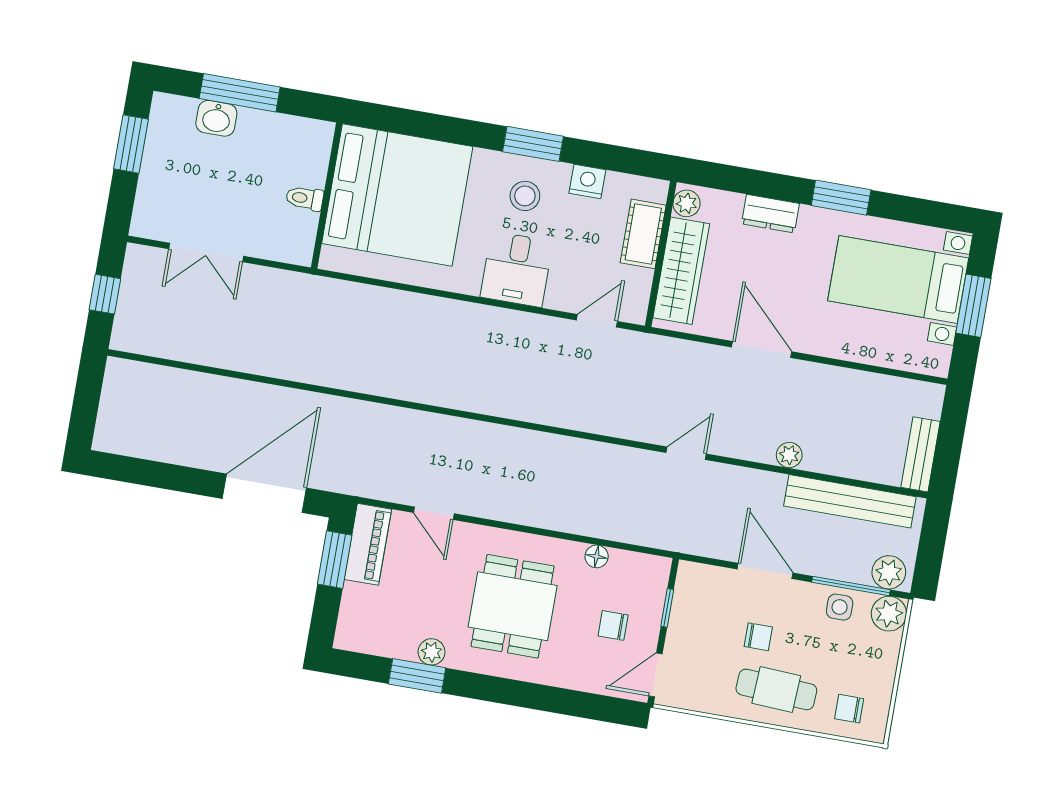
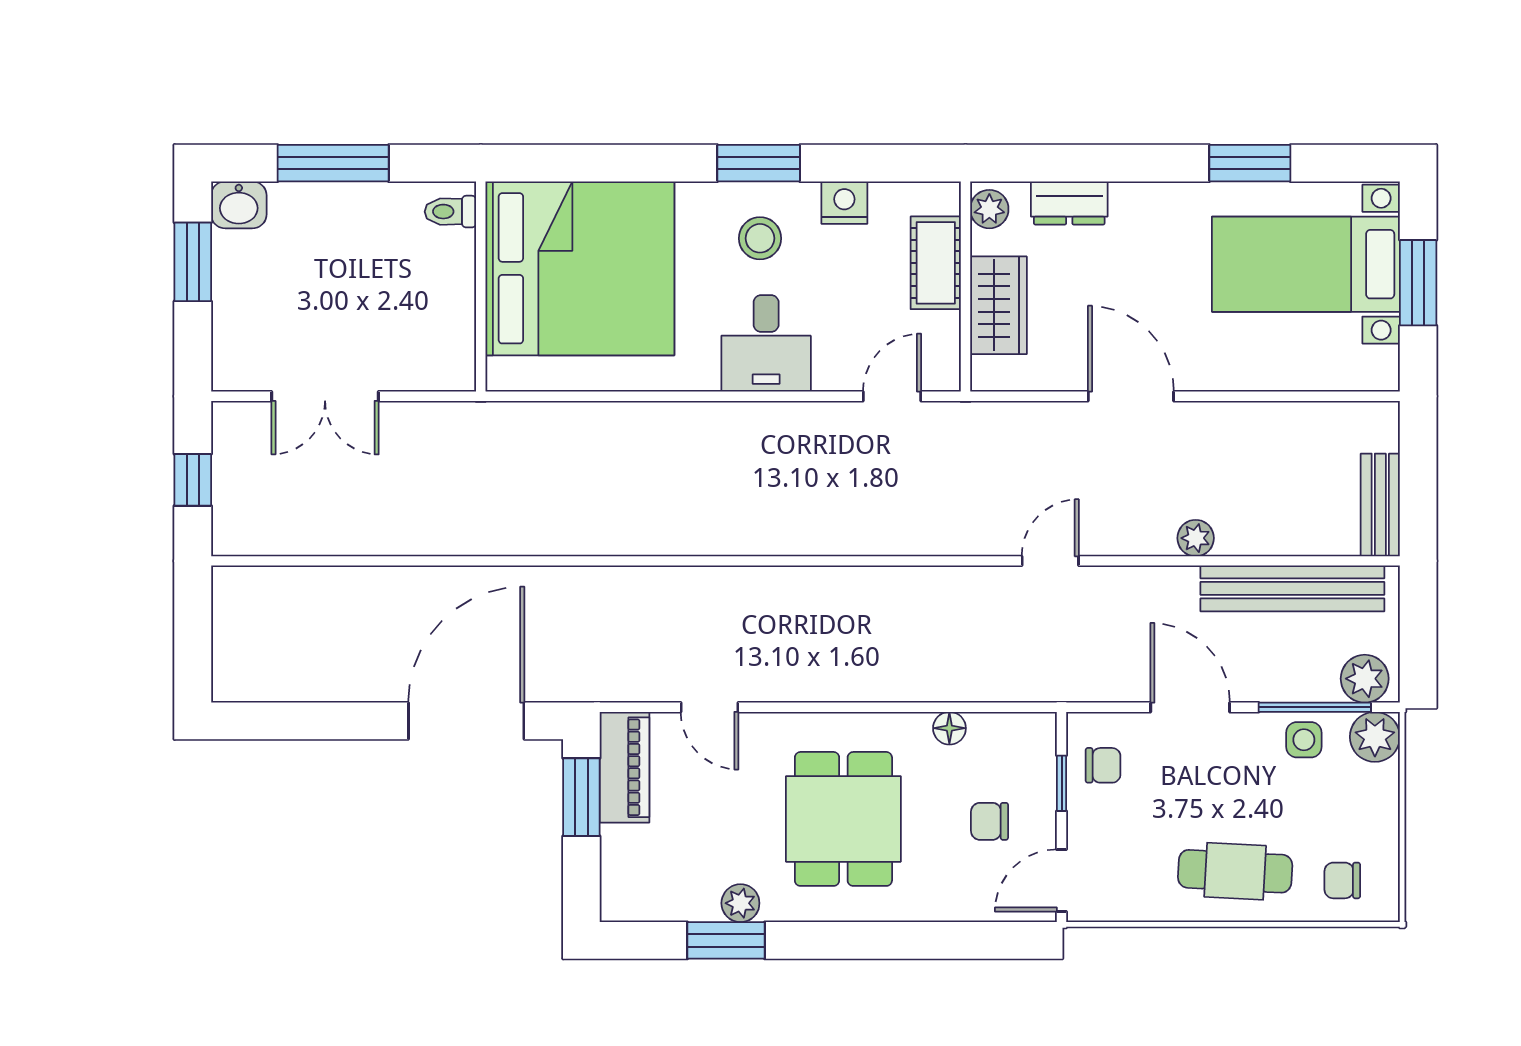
washbasin: (216, 118) -> (239, 205), moved
toilet: (305, 198) -> (450, 212), moved
window: (841, 198) -> (1250, 163), moved
dresser: (770, 214) -> (1069, 203), moved
wardrobe: (681, 271) -> (998, 305), width x0.67
chair: (758, 637) -> (1103, 765), moved

